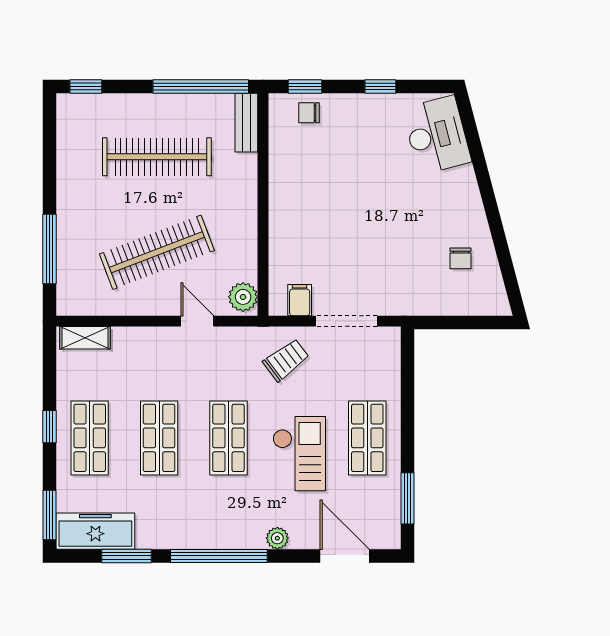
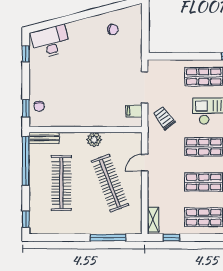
window: (380, 86) -> (26, 54), moved
plant: (243, 297) -> (94, 140), moved
window: (49, 427) -> (171, 238), moved

